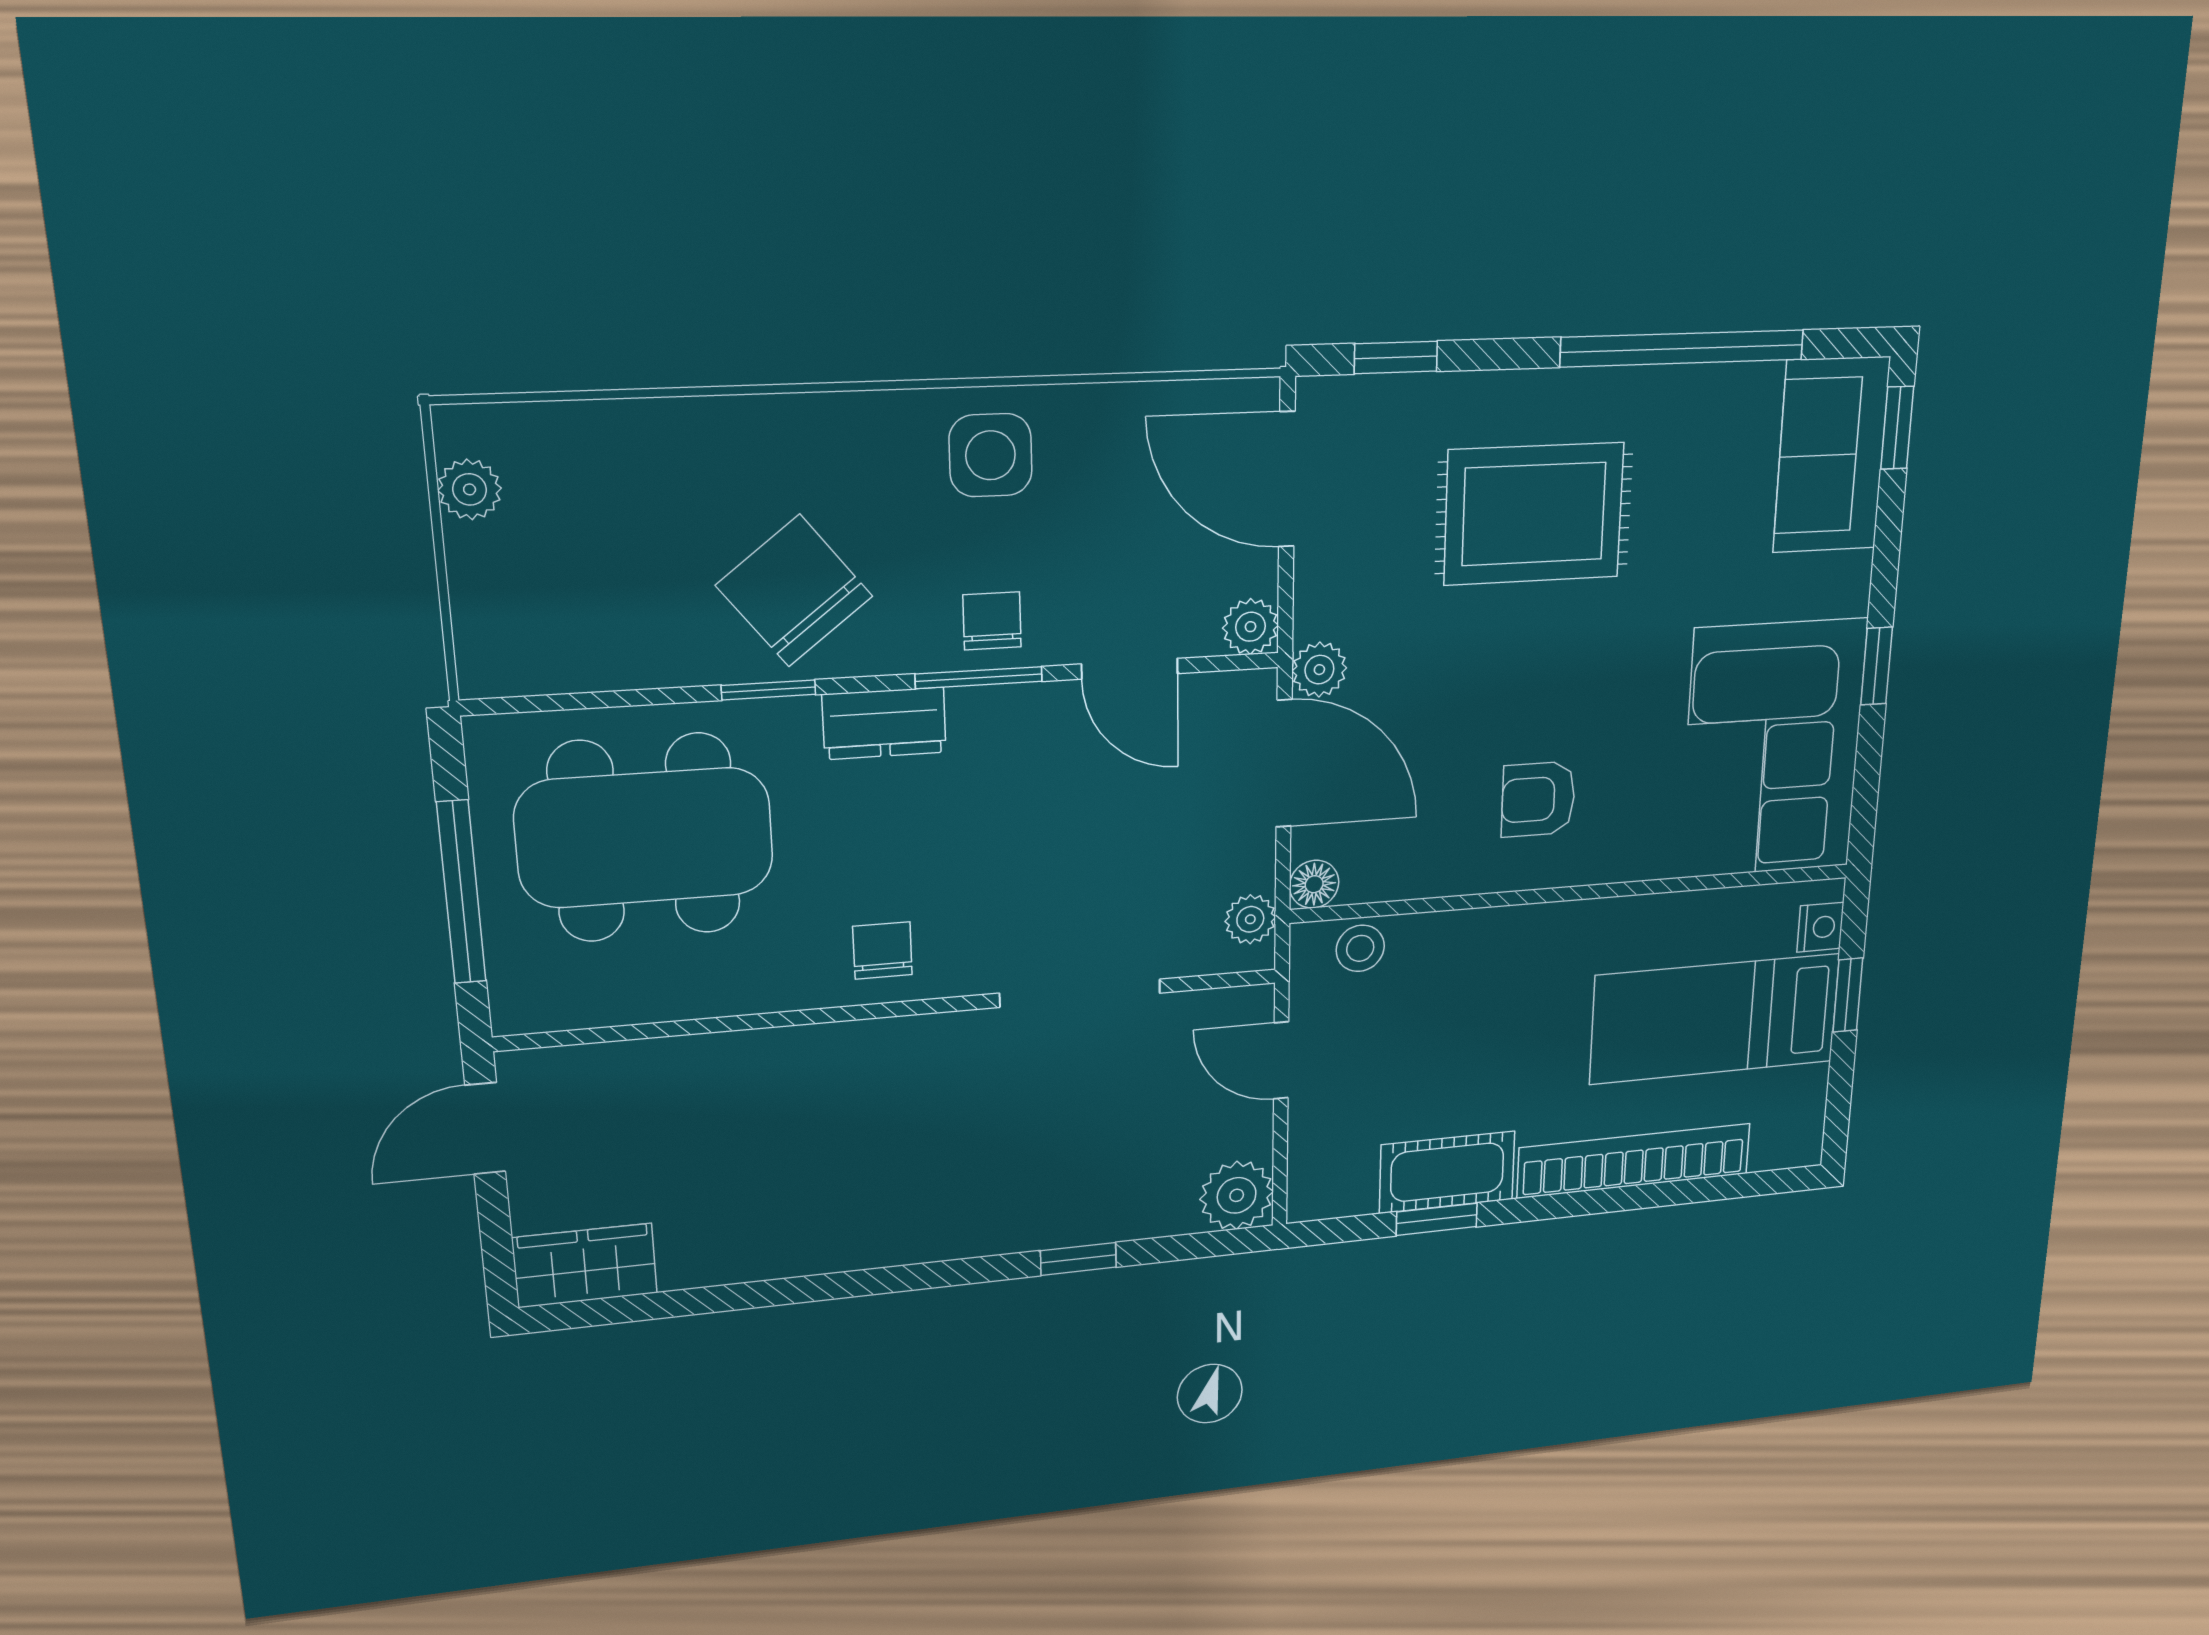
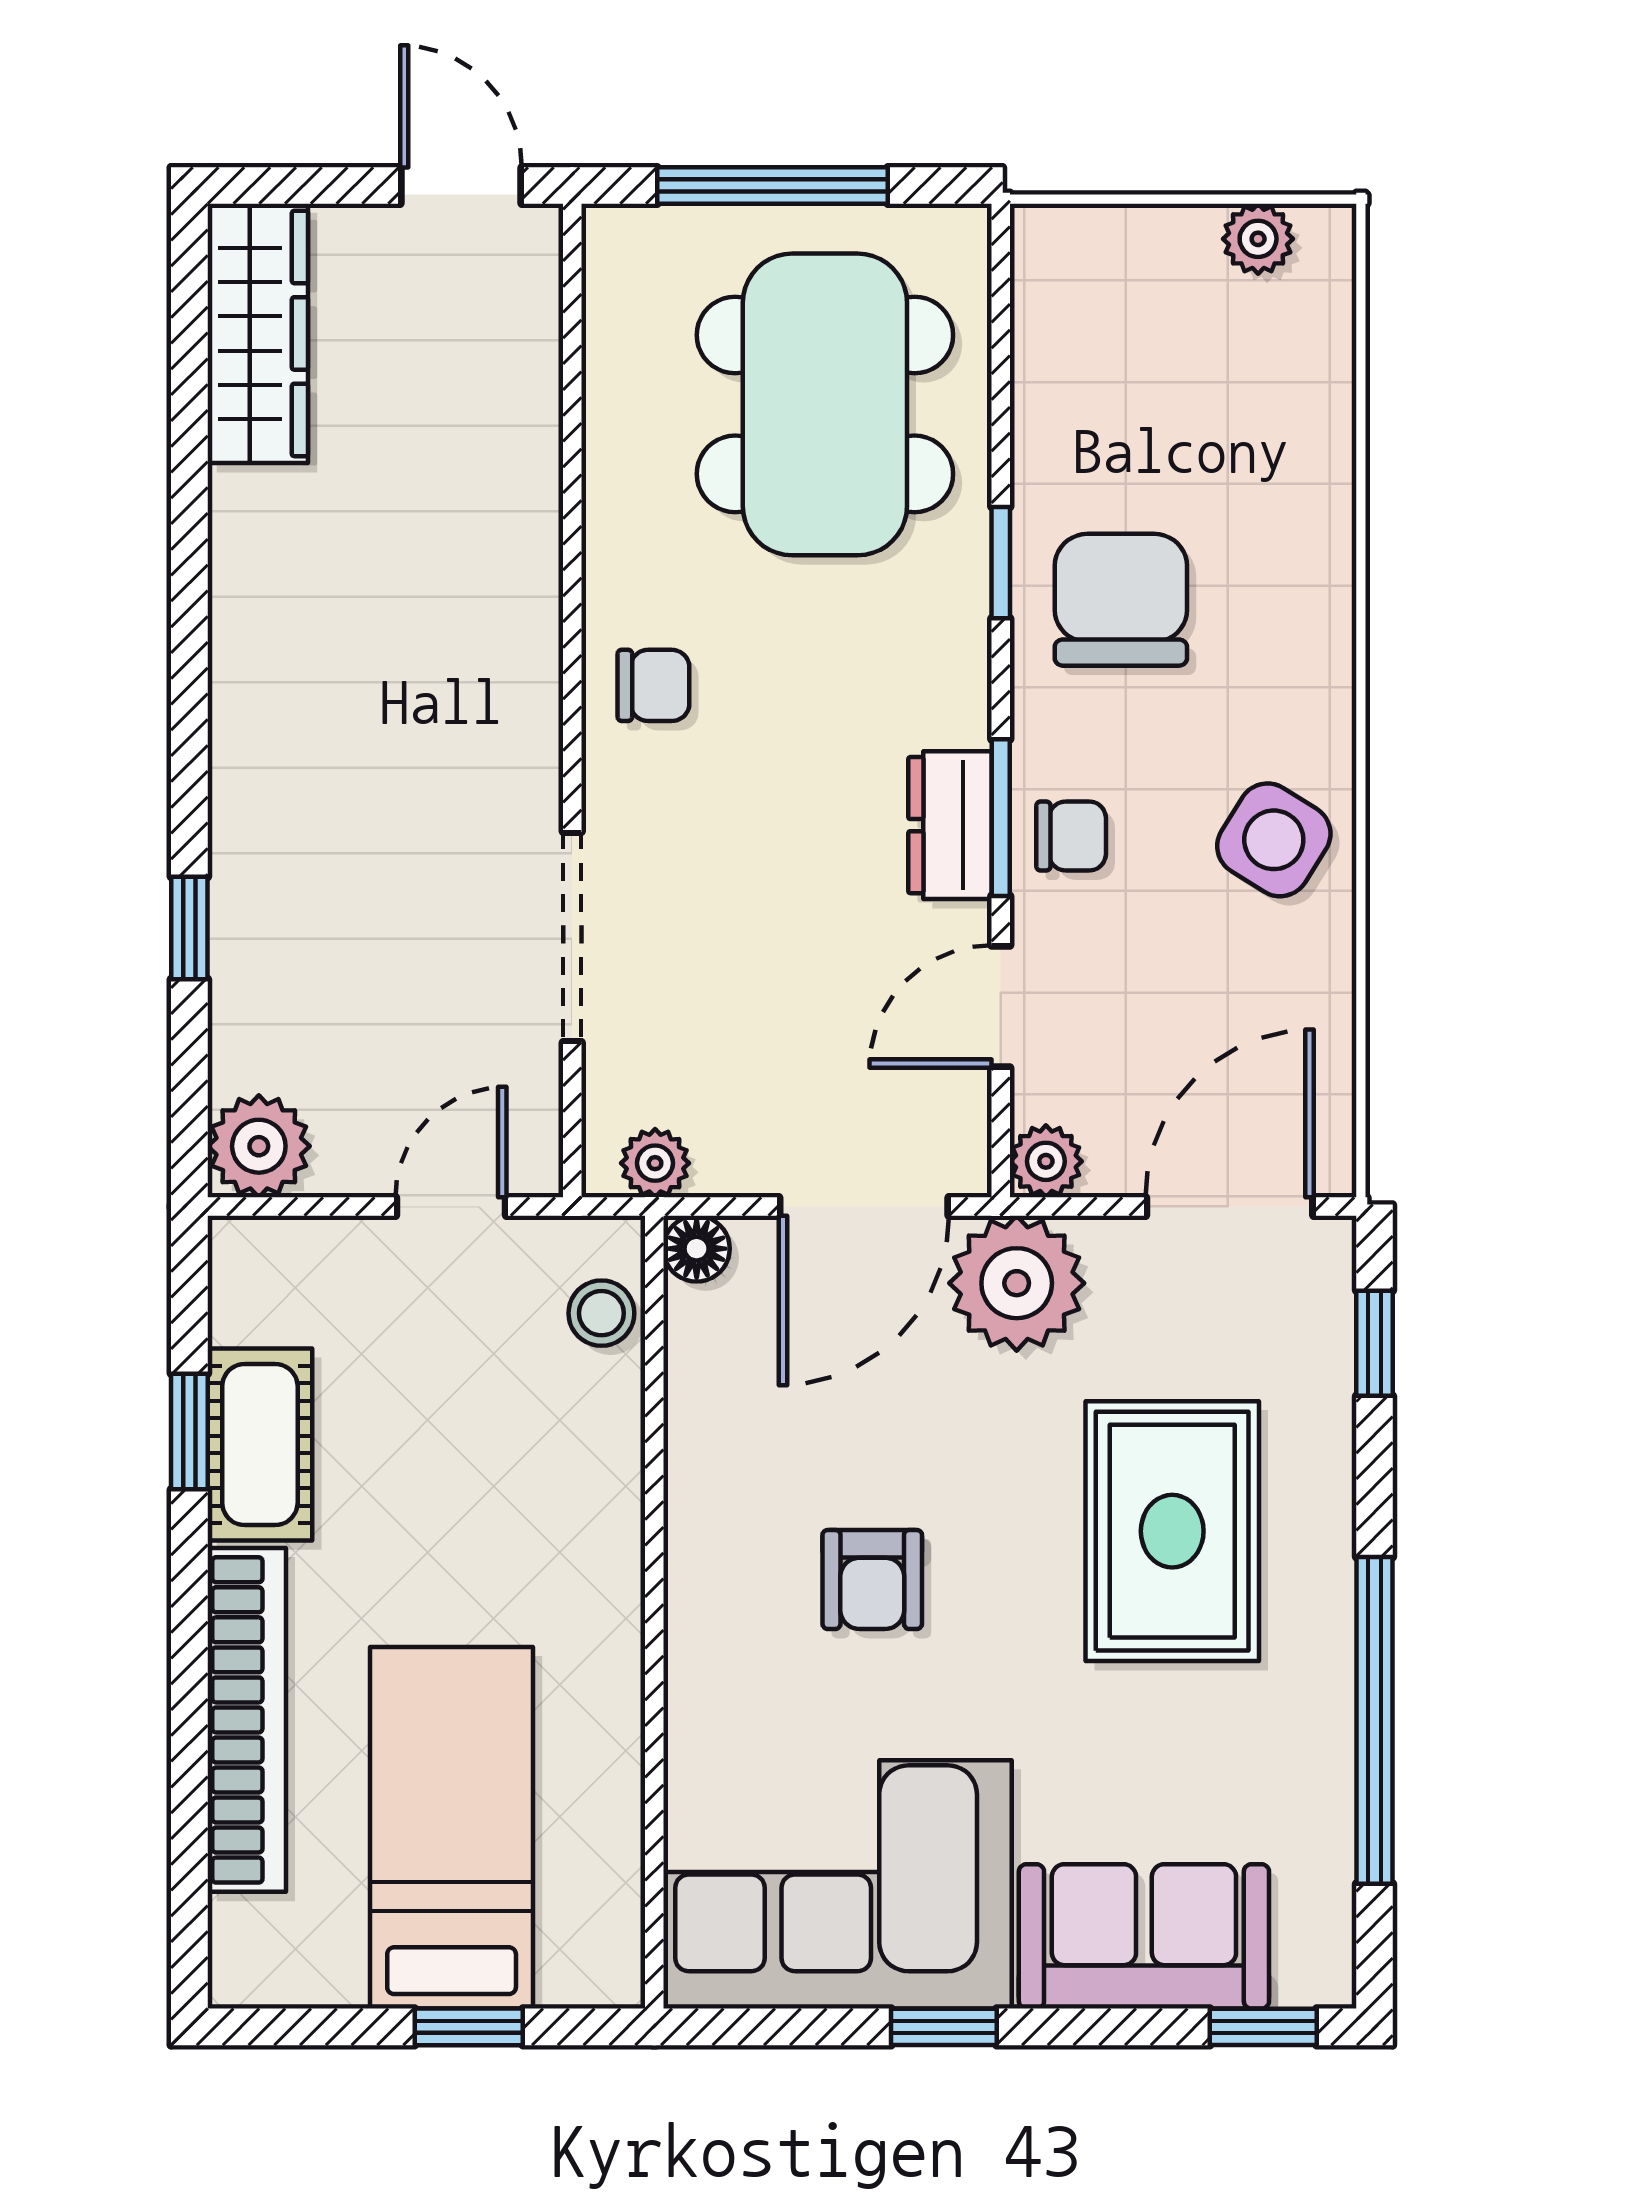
side table: (991, 455) -> (1274, 840), turned 32
sofa: (1831, 455) -> (1144, 1936), moved
chair: (794, 591) -> (1121, 600), turned -52
plant: (1319, 670) -> (1017, 1283), width x1.88, depth x1.88
dresser: (884, 723) -> (950, 825), moved
armchair: (1538, 799) -> (872, 1579), moved, turned 180
nightstand: (1820, 927) -> (574, 1976), removed
wardrobe: (585, 1266) -> (258, 333), width x1.50

